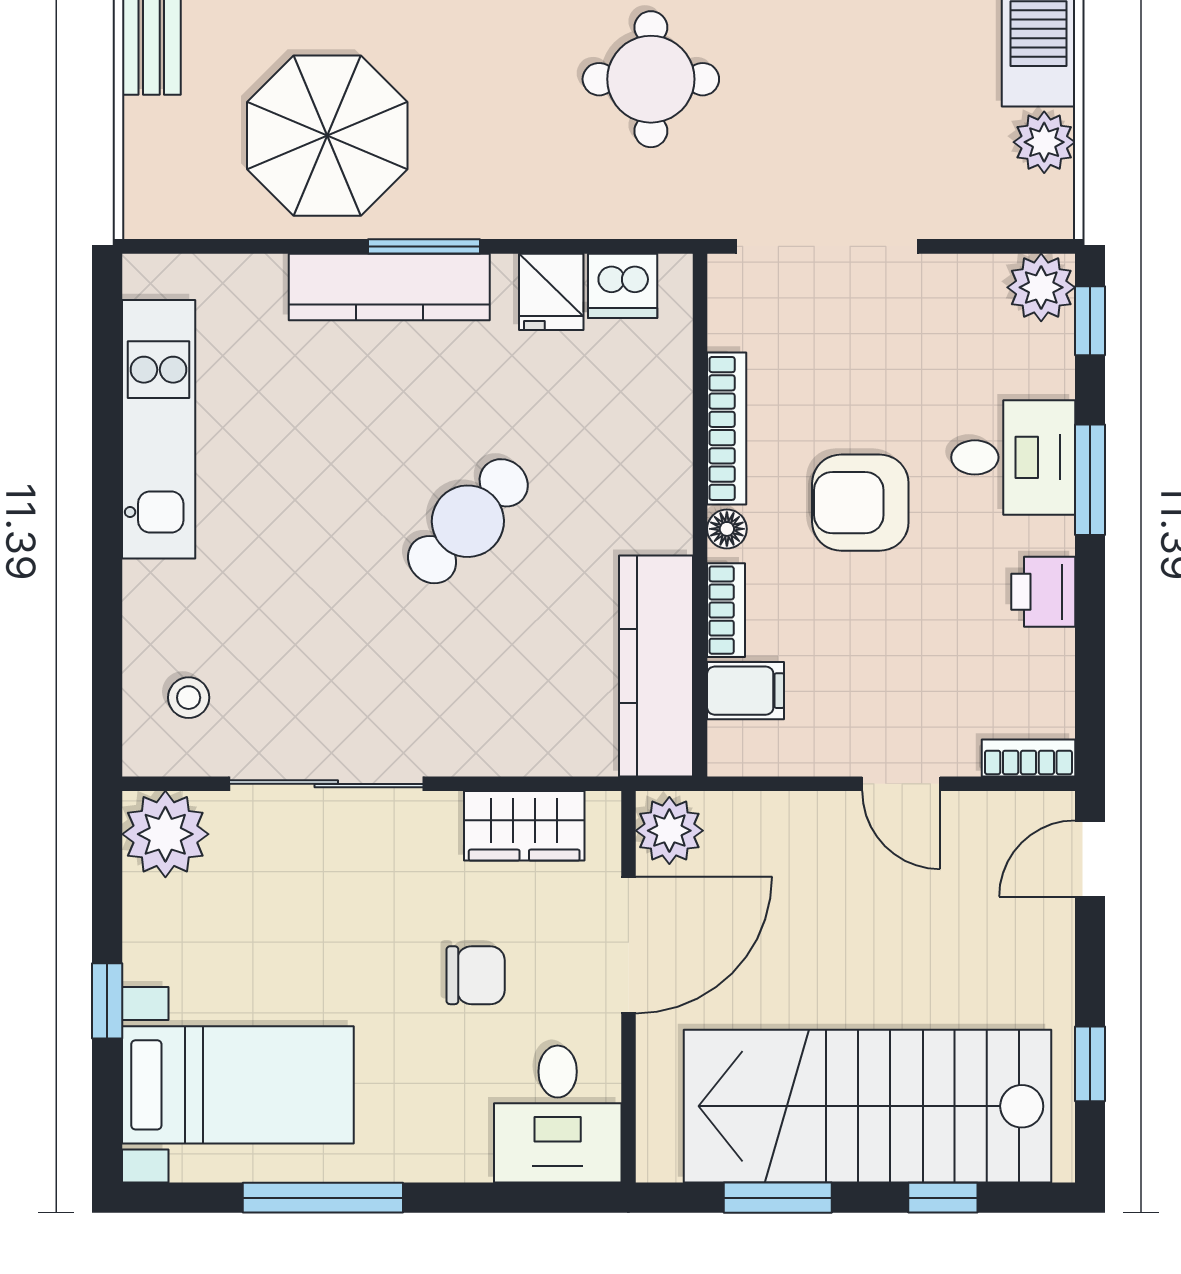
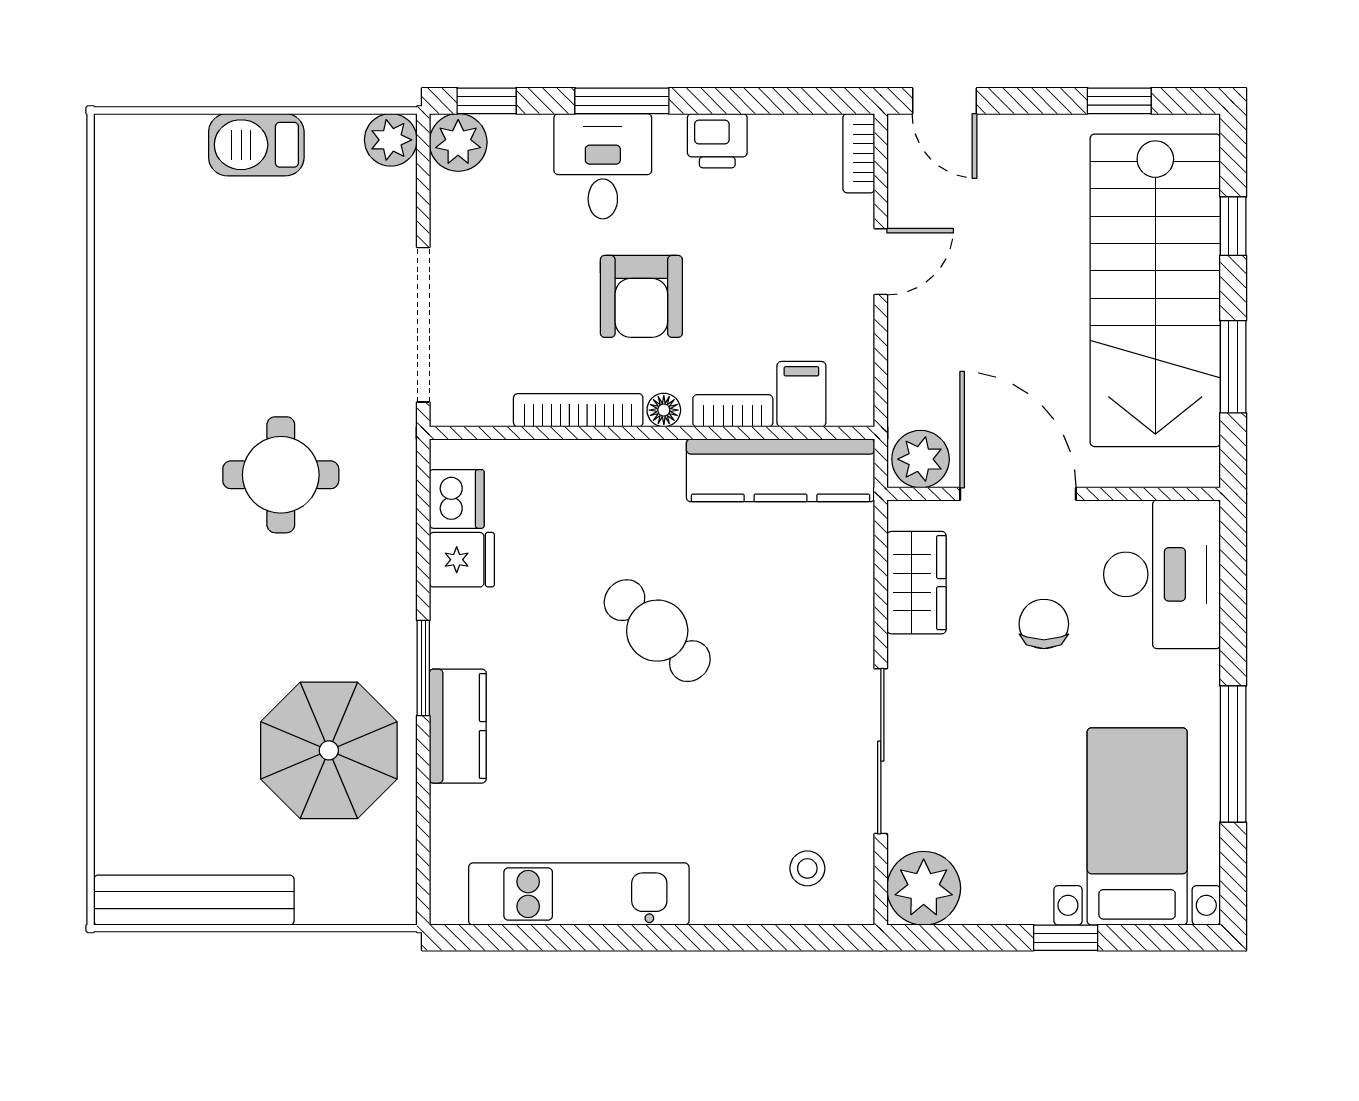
plant: (1044, 142) -> (391, 140), moved
kitchen counter: (389, 287) -> (458, 726), width x0.67
desk: (558, 1114) -> (1162, 574), width x1.37

